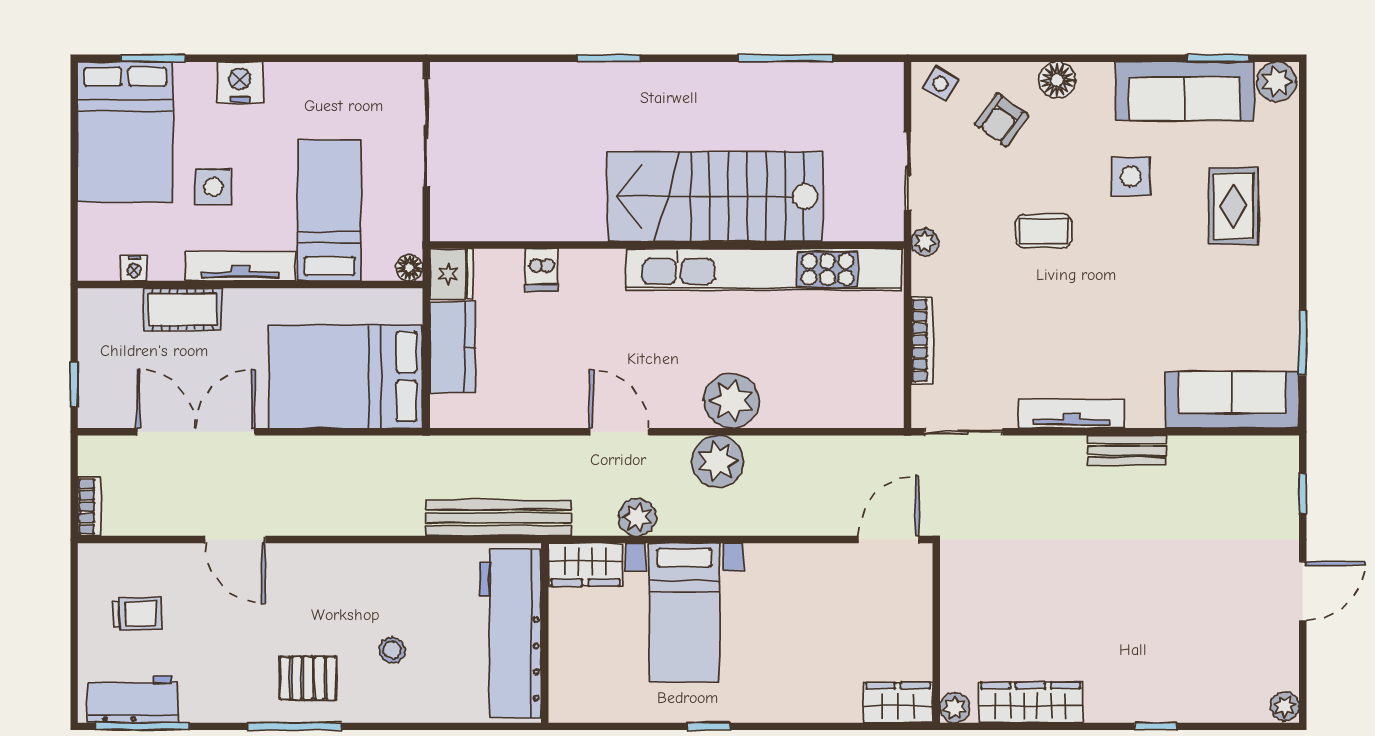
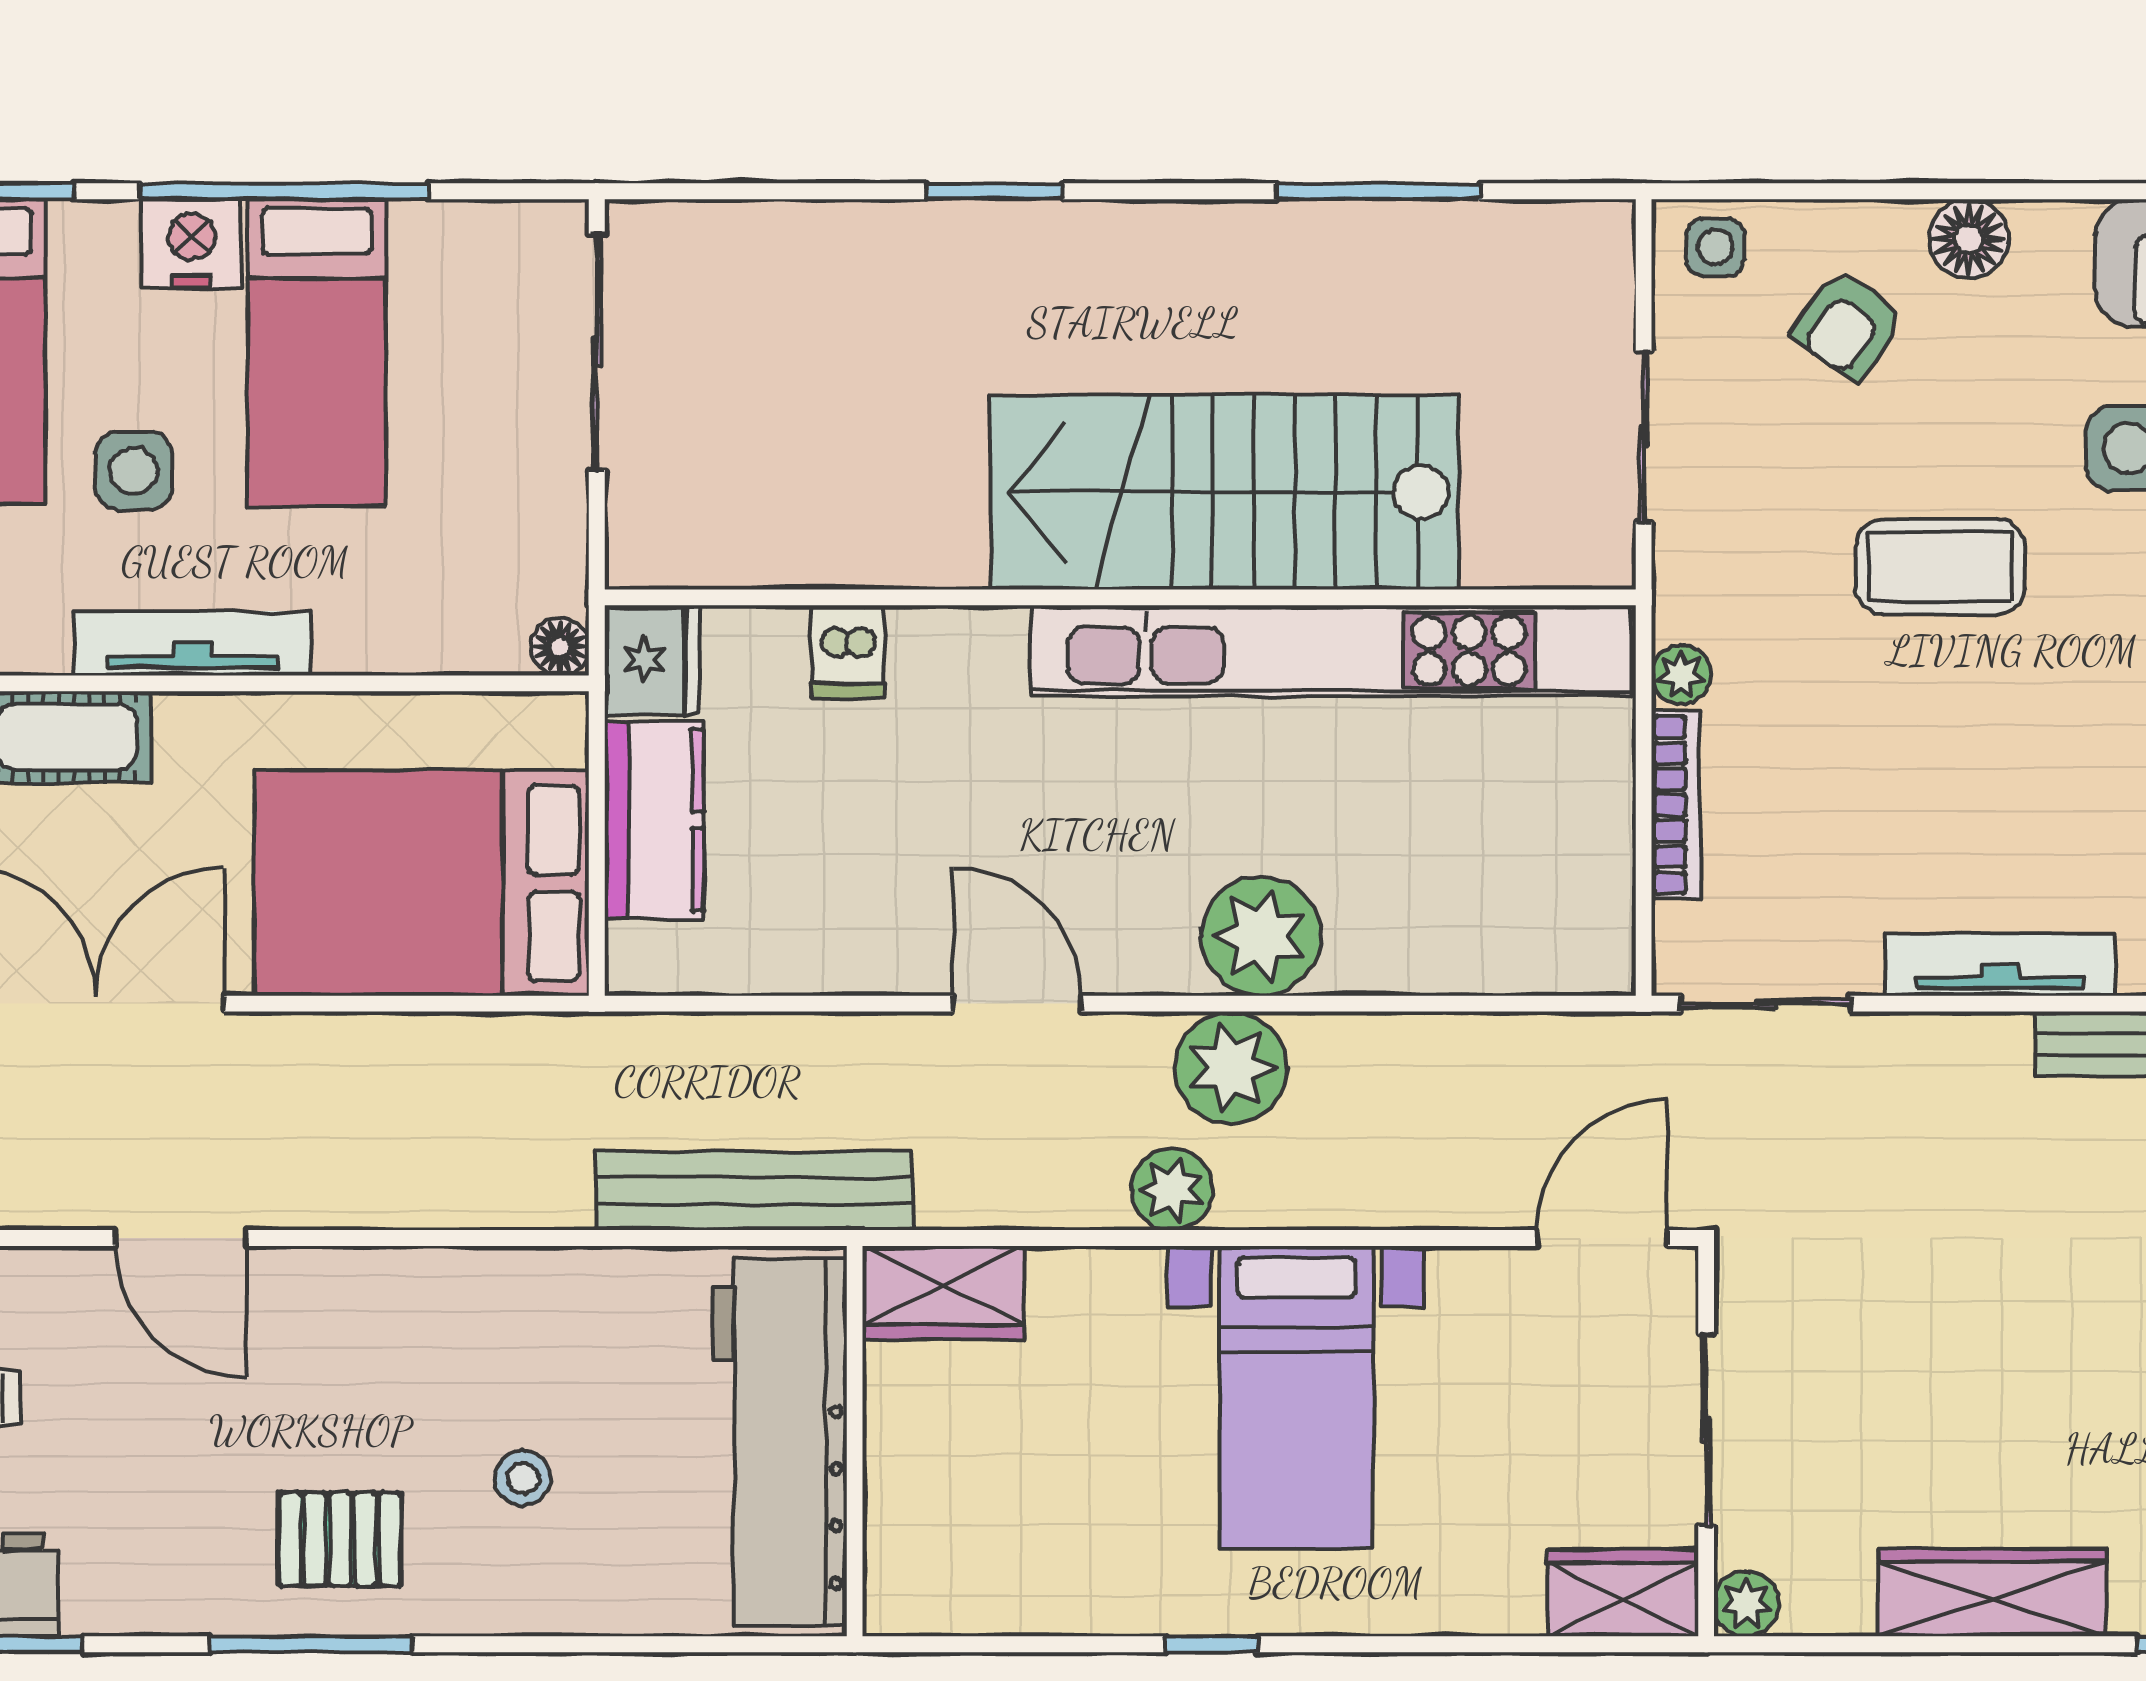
window: (282, 58) -> (284, 191), added
side table: (940, 84) -> (1715, 247), turned -31
bed: (329, 210) -> (317, 353), moved, turned 180
coffee table: (1044, 231) -> (1940, 567), width x1.36, depth x1.30
plant: (925, 242) -> (1681, 675), moved
plant: (637, 517) -> (1172, 1190), moved
bed with nightstands: (684, 613) -> (1296, 1398), moved
sliding door: (936, 628) -> (1706, 1430), added
wardrobe: (1031, 703) -> (1991, 1592), moved

